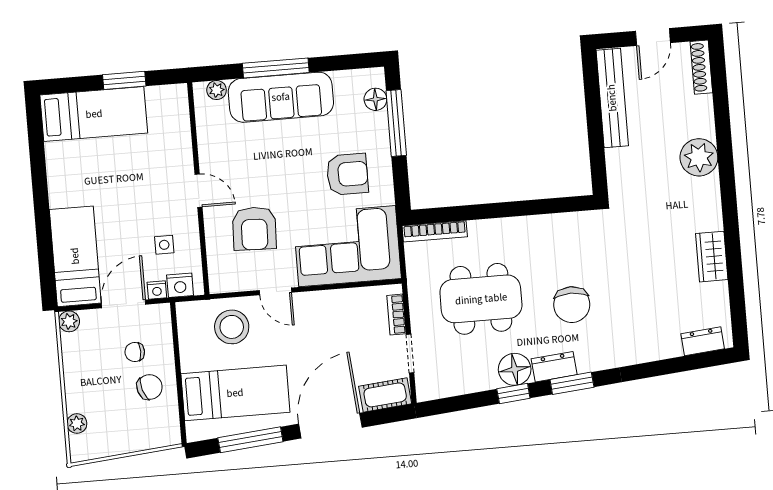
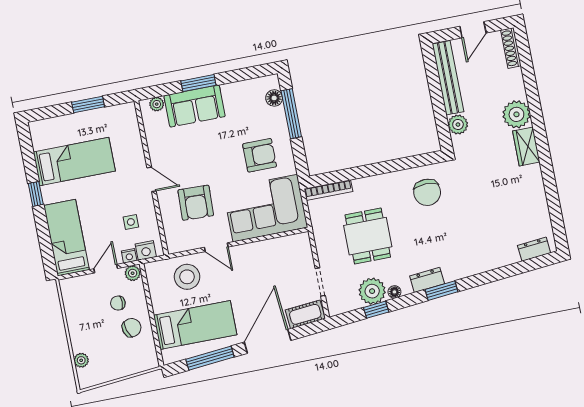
window: (276, 68) -> (198, 83), width x0.69
sofa: (281, 97) -> (195, 106), width x0.73
bed: (94, 114) -> (74, 162), moved
plant: (619, 162) -> (458, 125), added
window: (40, 193) -> (36, 194), added
wardrobe: (712, 257) -> (526, 146), moved
dining table: (481, 299) -> (368, 236), width x0.73
door: (123, 304) -> (106, 269), width x0.73
chair: (572, 305) -> (427, 192), moved
bookcase: (396, 315) -> (307, 254), removed
plant: (69, 321) -> (133, 273), moved
floor lamp: (515, 369) -> (394, 292), width x0.53, depth x0.53
plant: (479, 374) -> (372, 291), added
window: (513, 394) -> (376, 310), moved

